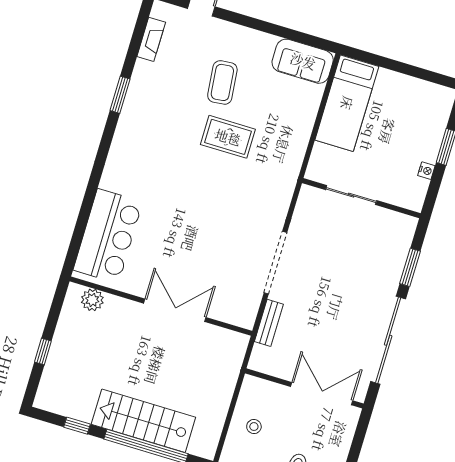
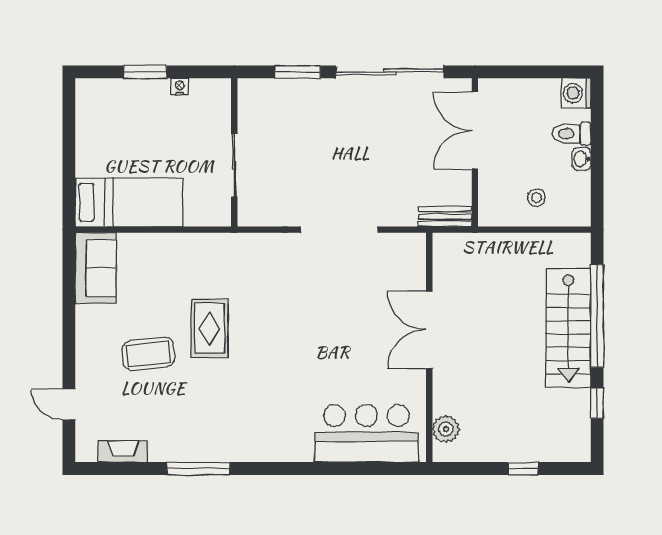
window: (120, 95) -> (198, 468), width x1.44
bench: (269, 323) -> (445, 216), moved

